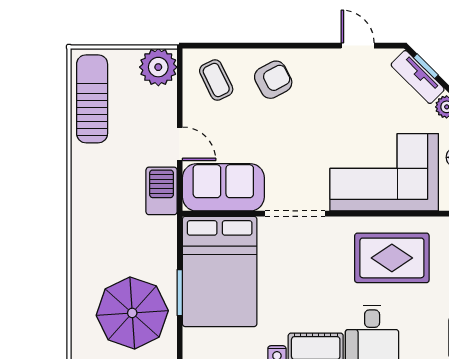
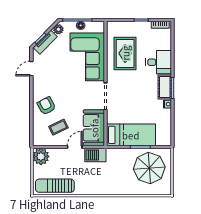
coffee table: (216, 80) -> (58, 127), moved
bed: (220, 271) -> (131, 135), width x0.67

